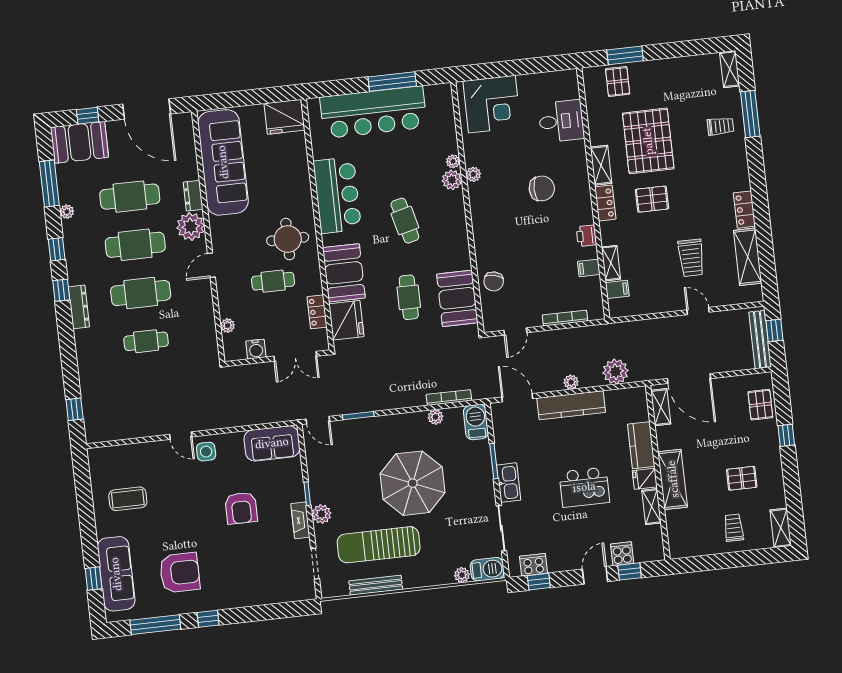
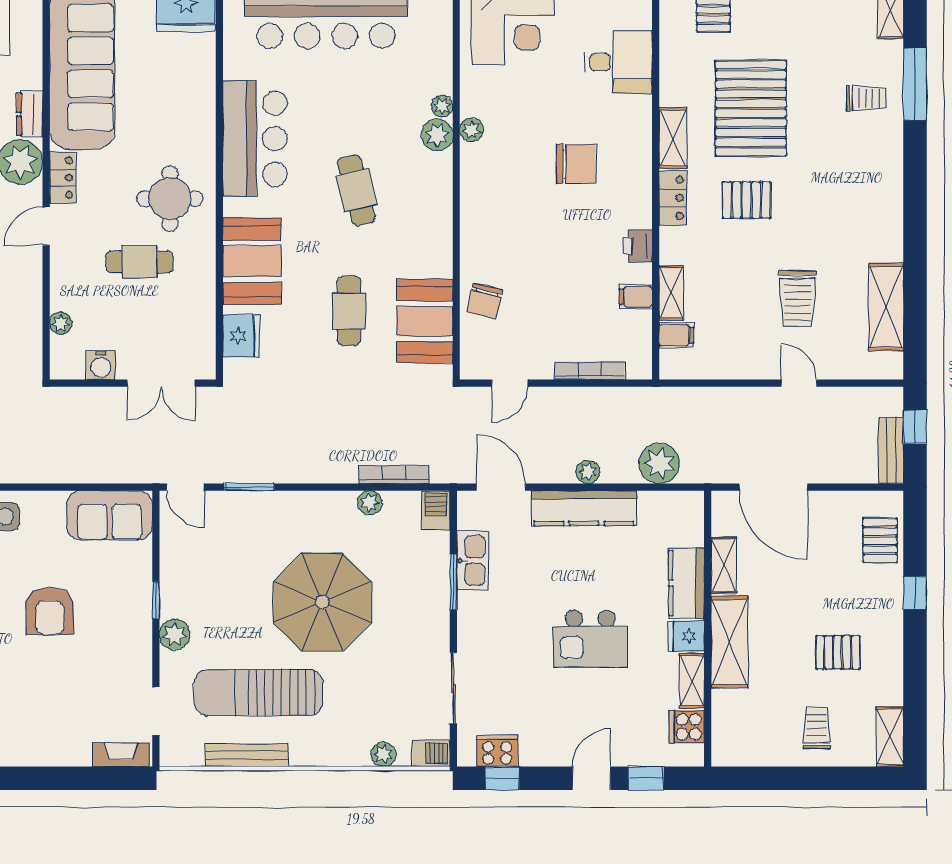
locker: (744, 210) -> (889, 233), removed
locker: (317, 312) -> (62, 178), moved, turned 180
fridge: (346, 320) -> (241, 336), width x0.73, depth x0.75
bench: (760, 339) -> (891, 451), width x0.73
shelving: (661, 407) -> (724, 565), moved
barbecue: (476, 422) -> (436, 510), width x0.73, depth x0.79
kitchen sink: (509, 483) -> (473, 560), moved
fireplace: (300, 520) -> (121, 755), moved, turned 90
cooker: (622, 554) -> (687, 727), moved, turned -90
barbecue: (487, 569) -> (431, 753), width x0.73, depth x0.79

